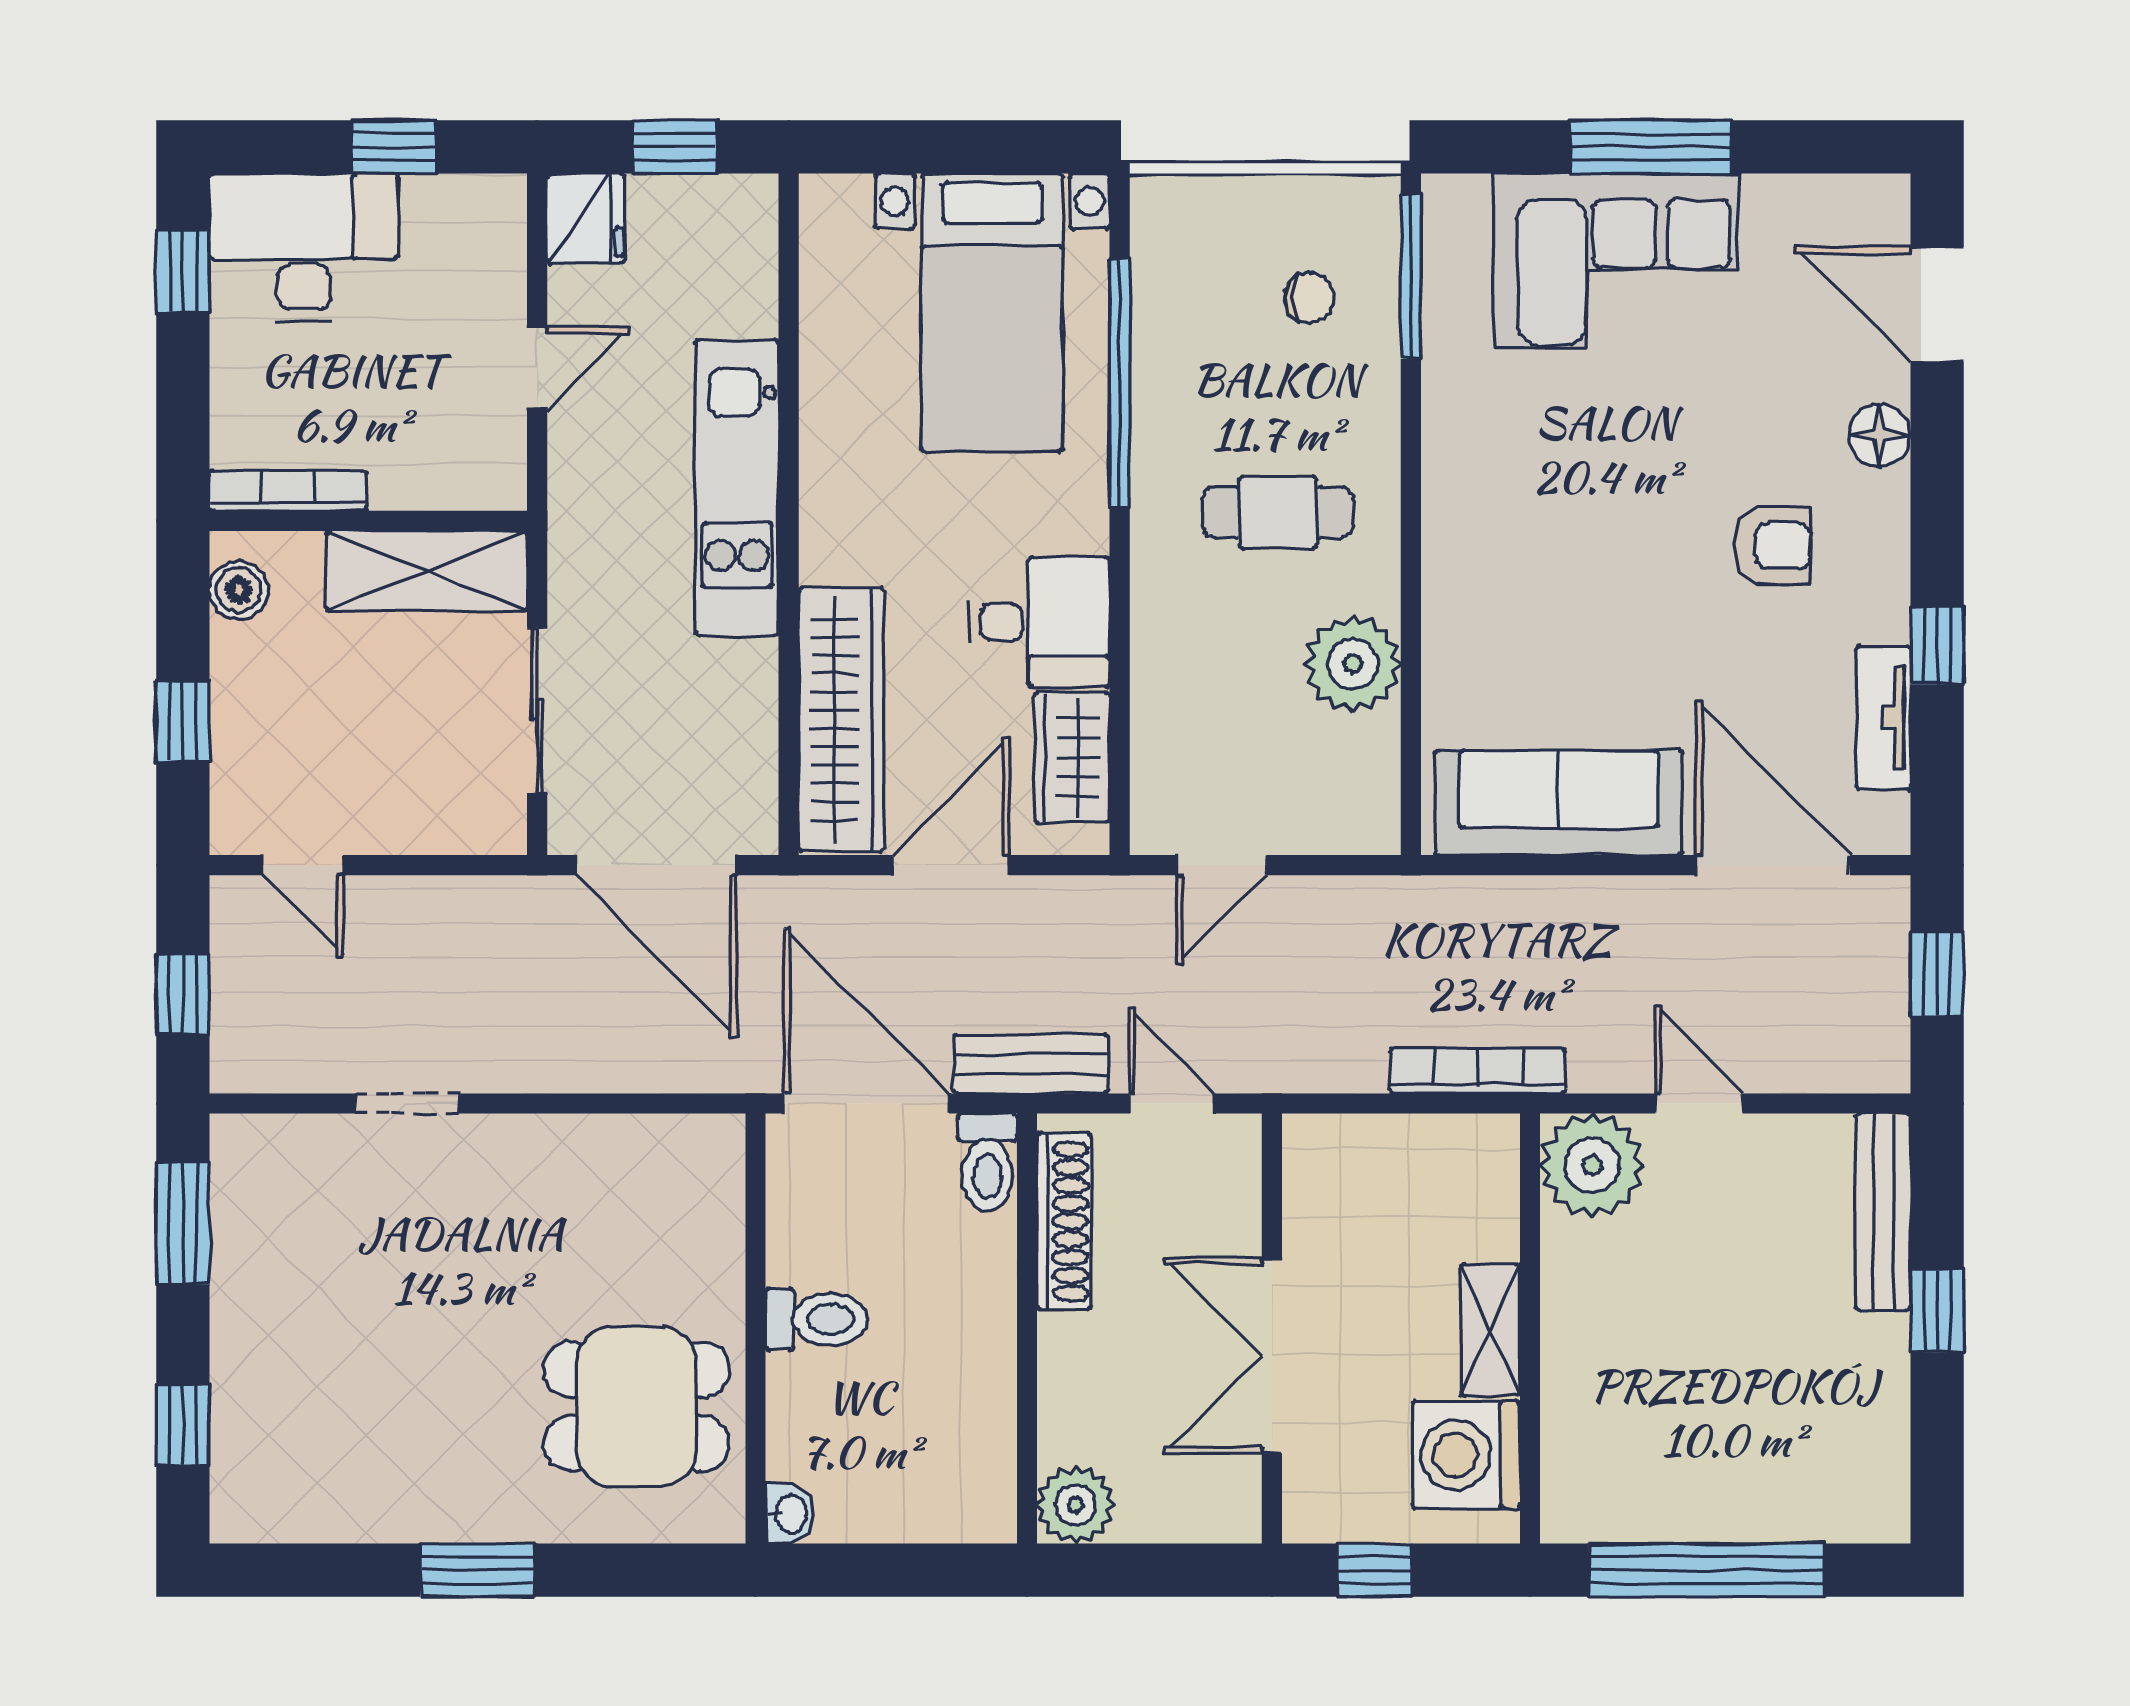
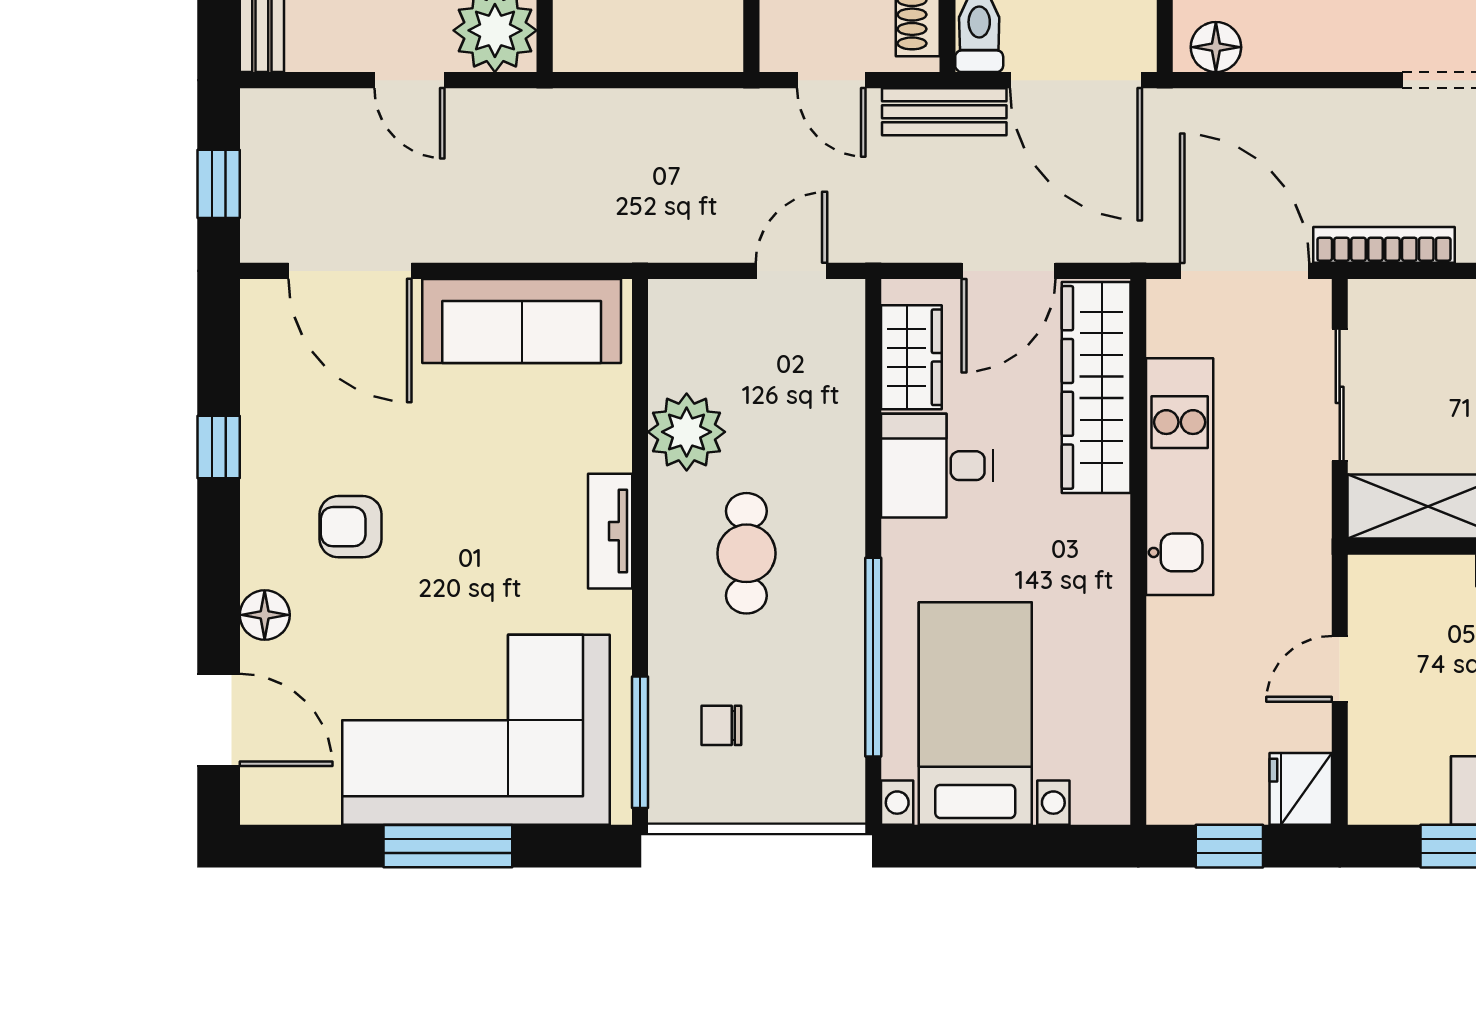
corner sofa: (1616, 261) -> (476, 730), width x1.36, depth x1.36
kitchen unit: (737, 487) -> (1180, 477), moved
cafe table: (1278, 512) -> (746, 553), turned 90
tv unit: (1883, 718) -> (610, 531), moved, turned 180
bookcase: (1478, 1071) -> (1384, 245), moved, turned 180
floor lamp: (692, 1145) -> (1216, 47), added

